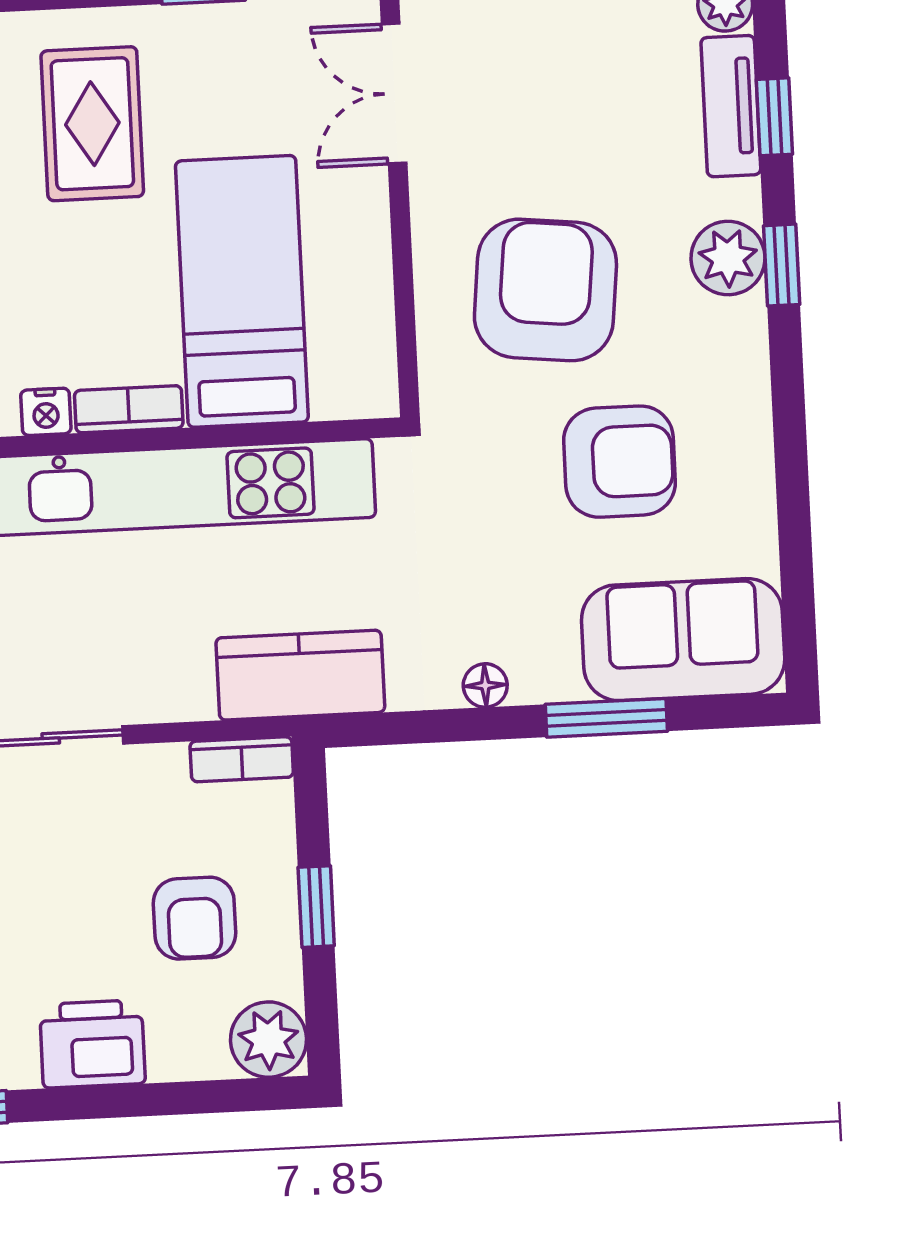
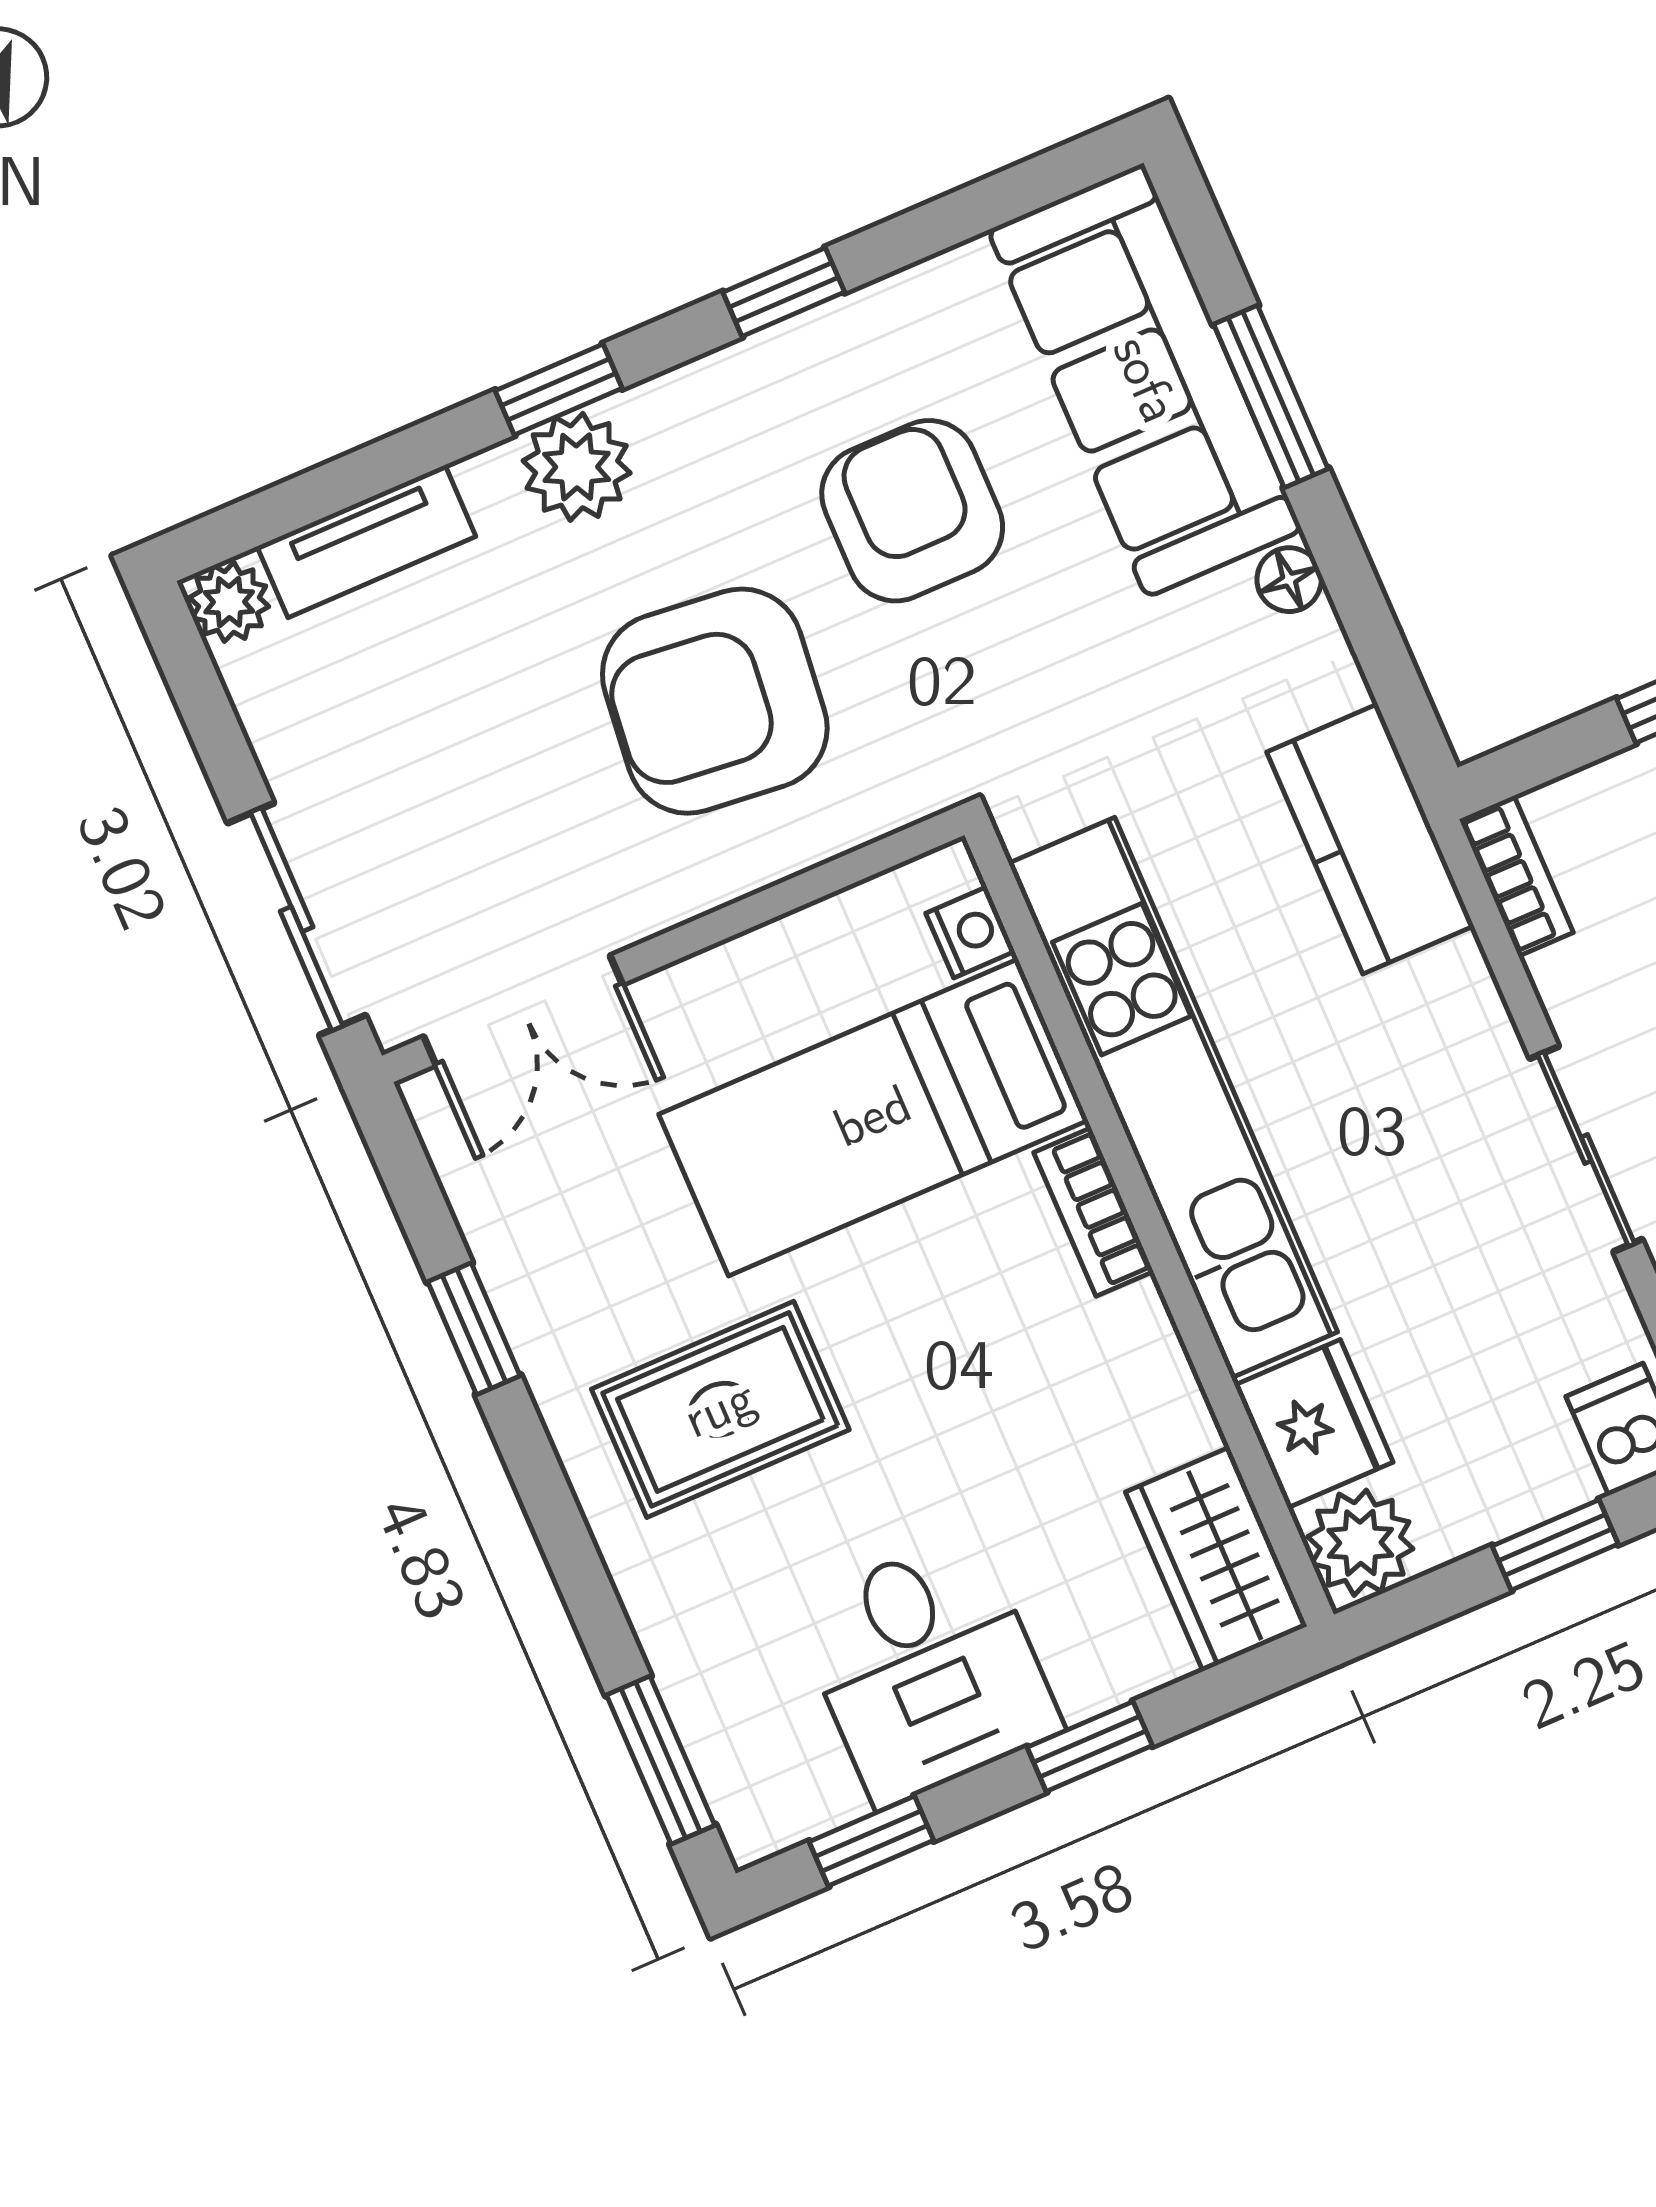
window: (774, 117) -> (784, 292), moved
nightstand: (46, 412) -> (970, 932), moved
sofa: (683, 640) -> (1145, 380), width x1.36

